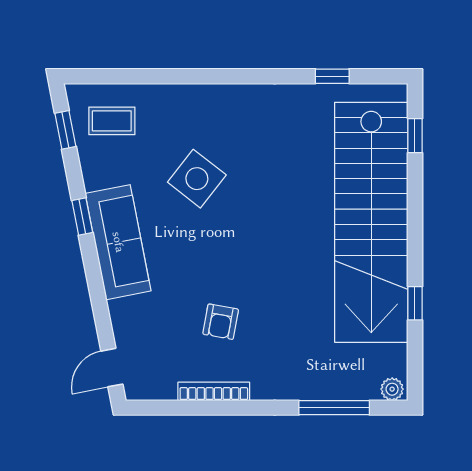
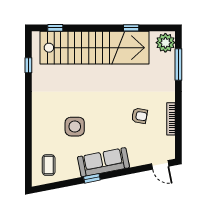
window: (65, 130) -> (53, 186), removed
side table: (197, 179) -> (75, 127), turned -38
plant: (392, 389) -> (165, 43), width x1.88, depth x1.88

